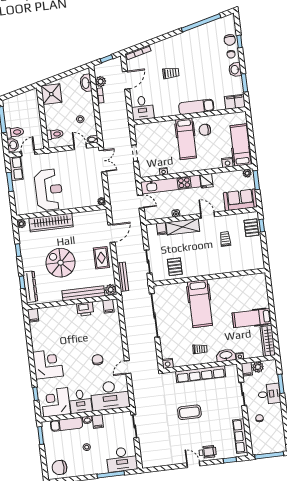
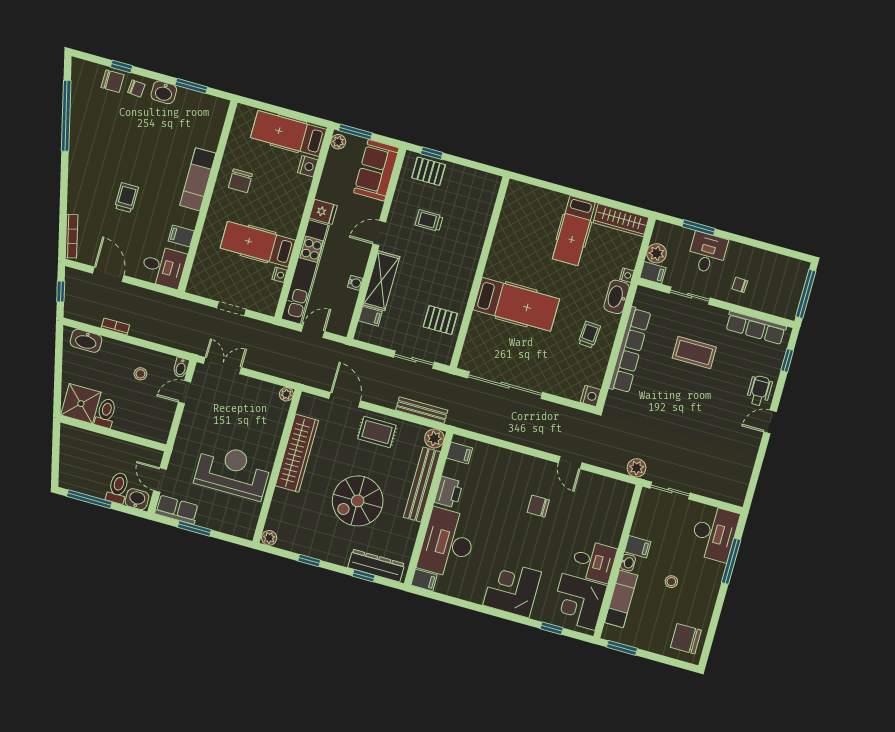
plant: (101, 81) -> (637, 468), moved
filing cabinet: (235, 102) -> (181, 236), moved, width x0.50
toilet: (55, 134) -> (106, 413), moved
hospital bed: (186, 139) -> (258, 244), moved, turned 180
wardrobe: (51, 222) -> (297, 453), moved
desk: (110, 395) -> (447, 543), moved, turned 180
coffee table: (189, 412) -> (694, 353), moved, turned 90
chair: (60, 467) -> (686, 639), turned 90

